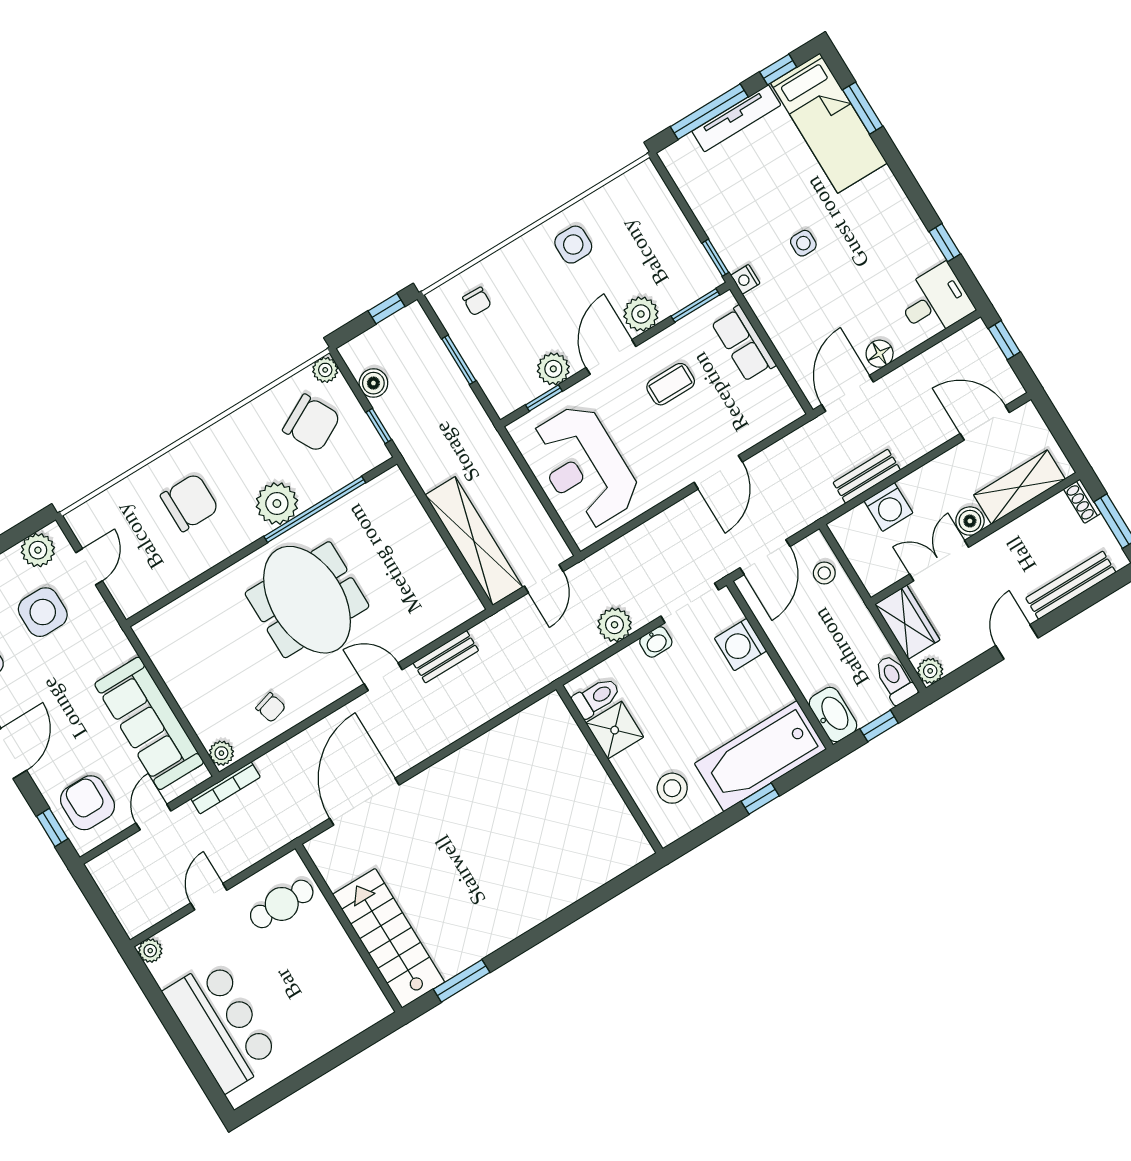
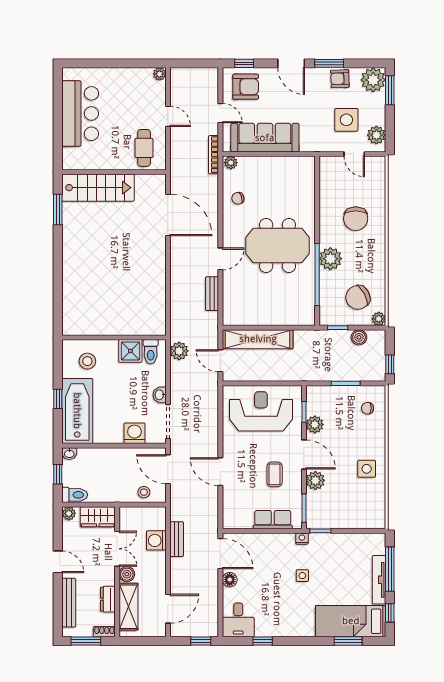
dresser: (1028, 527) -> (108, 599), added
plant: (615, 625) -> (179, 351), moved
washbasin: (833, 714) -> (69, 454), width x0.52, depth x0.69
bar counter: (221, 1026) -> (80, 114), moved, turned -90

